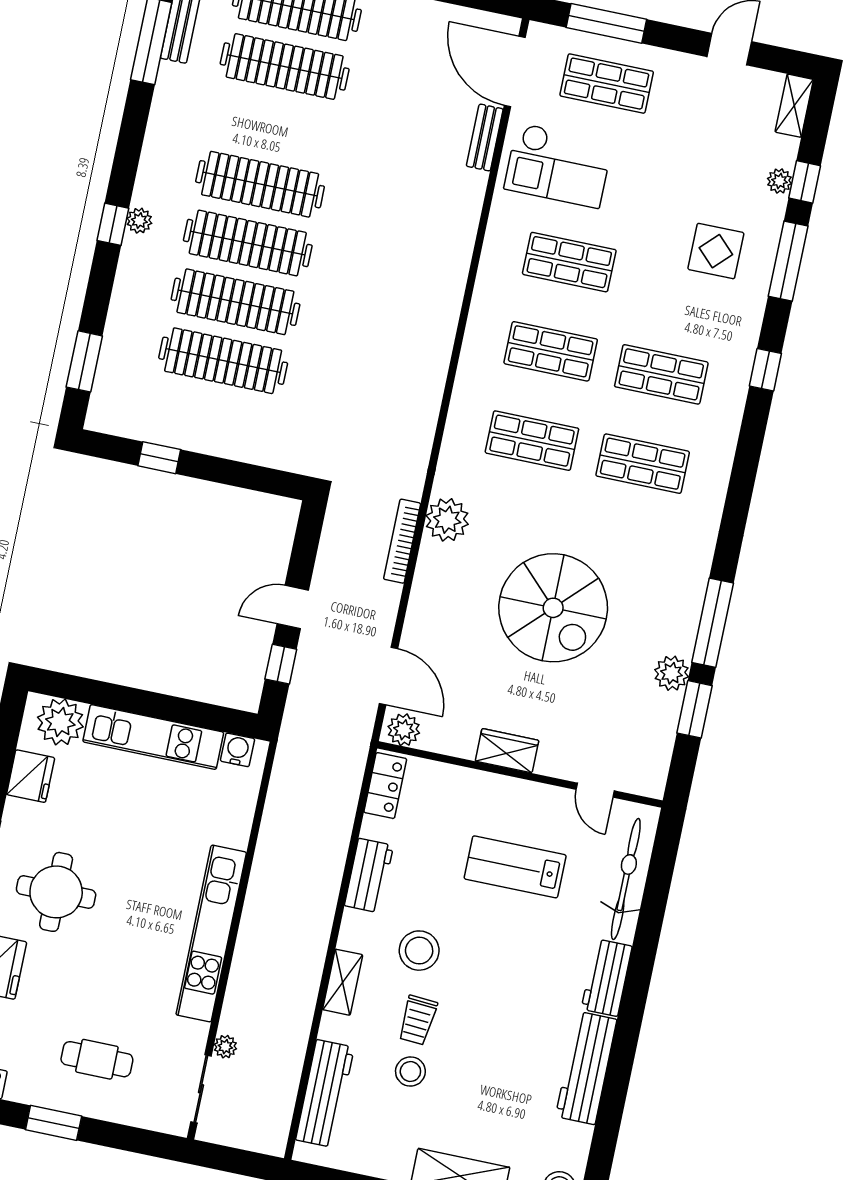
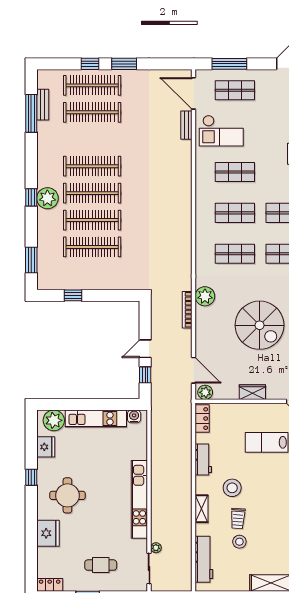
plant: (139, 221) -> (47, 198), width x1.88, depth x1.88

